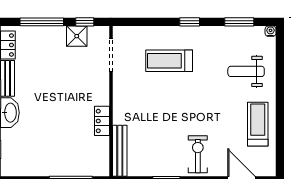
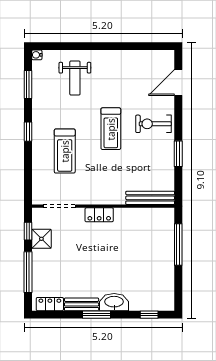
locker: (102, 121) -> (99, 215), moved
treadmill: (258, 124) -> (111, 129), moved, turned -90

